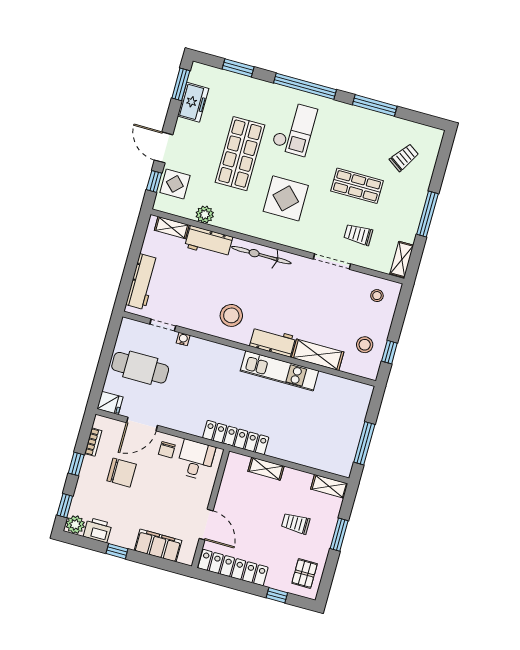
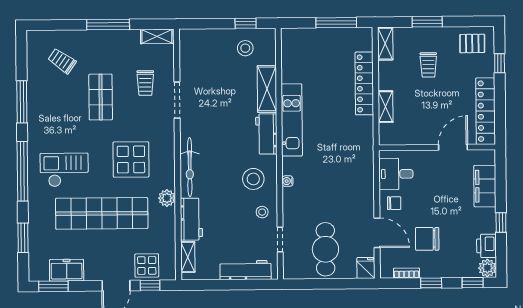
shop shelf: (240, 154) -> (102, 213), width x1.40
plant: (205, 215) -> (167, 198), moved
stool: (377, 296) -> (262, 212), moved
water cooler: (183, 339) -> (287, 181), moved
locker: (236, 438) -> (364, 83), moved
chair: (122, 473) -> (427, 239), turned -90

